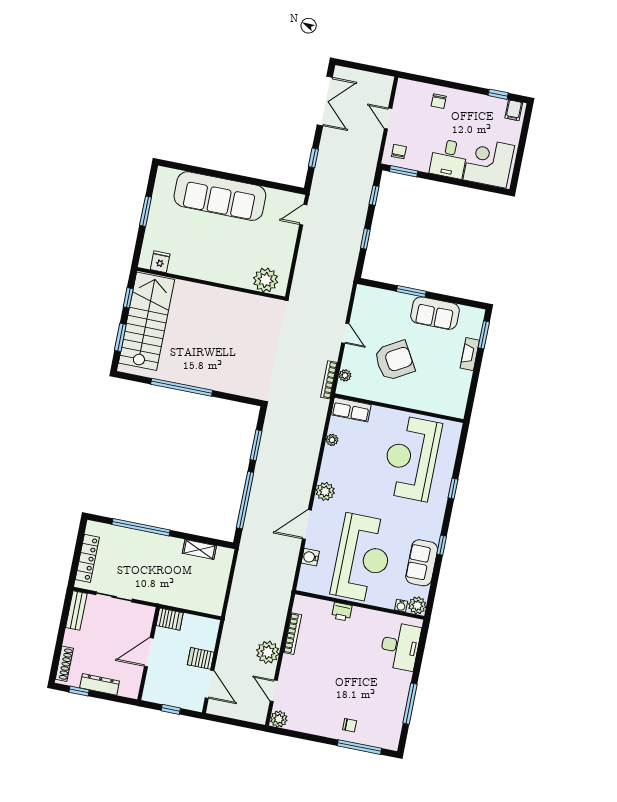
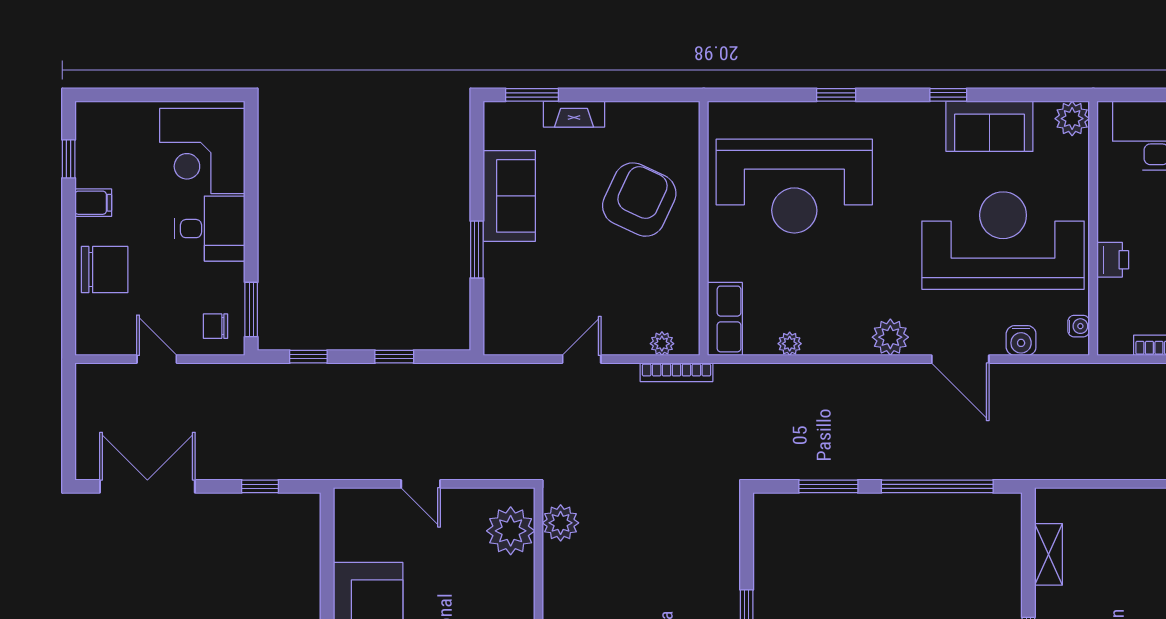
chair: (439, 101) -> (105, 270), width x1.87, depth x1.87
filing cabinet: (514, 110) -> (93, 203), moved
door: (388, 119) -> (157, 359), swing flipped
door: (303, 215) -> (421, 484), moved
plant: (265, 306) -> (561, 523), added
armchair: (394, 361) -> (639, 200), moved, turned 55
water cooler: (401, 606) -> (1079, 326), moved

